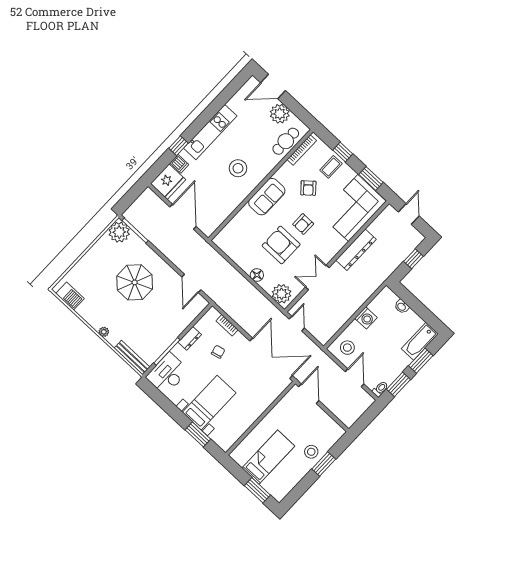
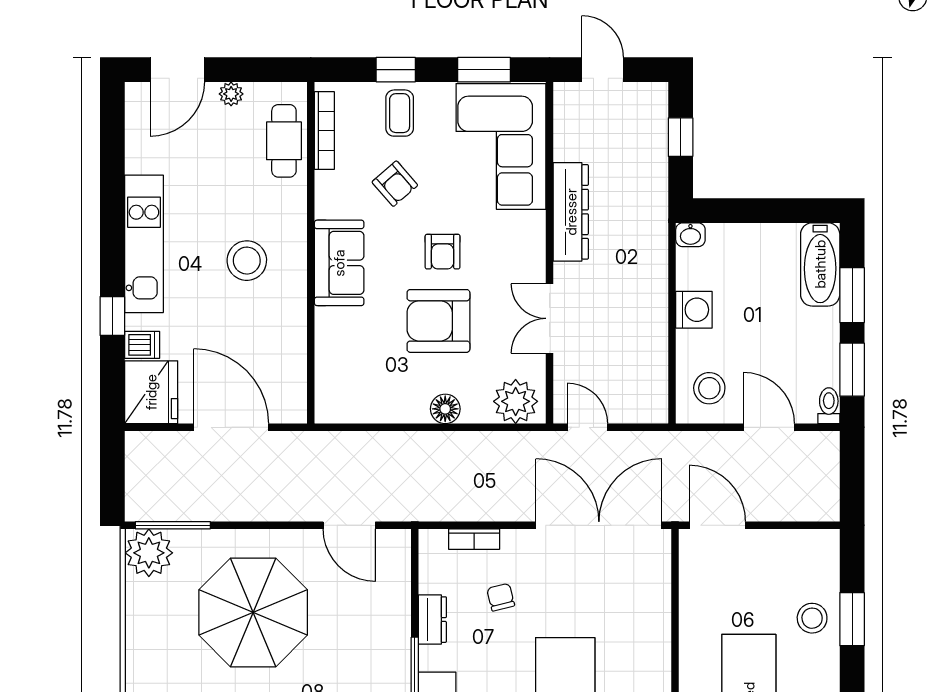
plant: (280, 114) -> (231, 94), width x0.53, depth x0.53
parasol: (135, 282) -> (253, 612), width x1.36, depth x1.36
washbasin: (402, 307) -> (690, 235), moved

